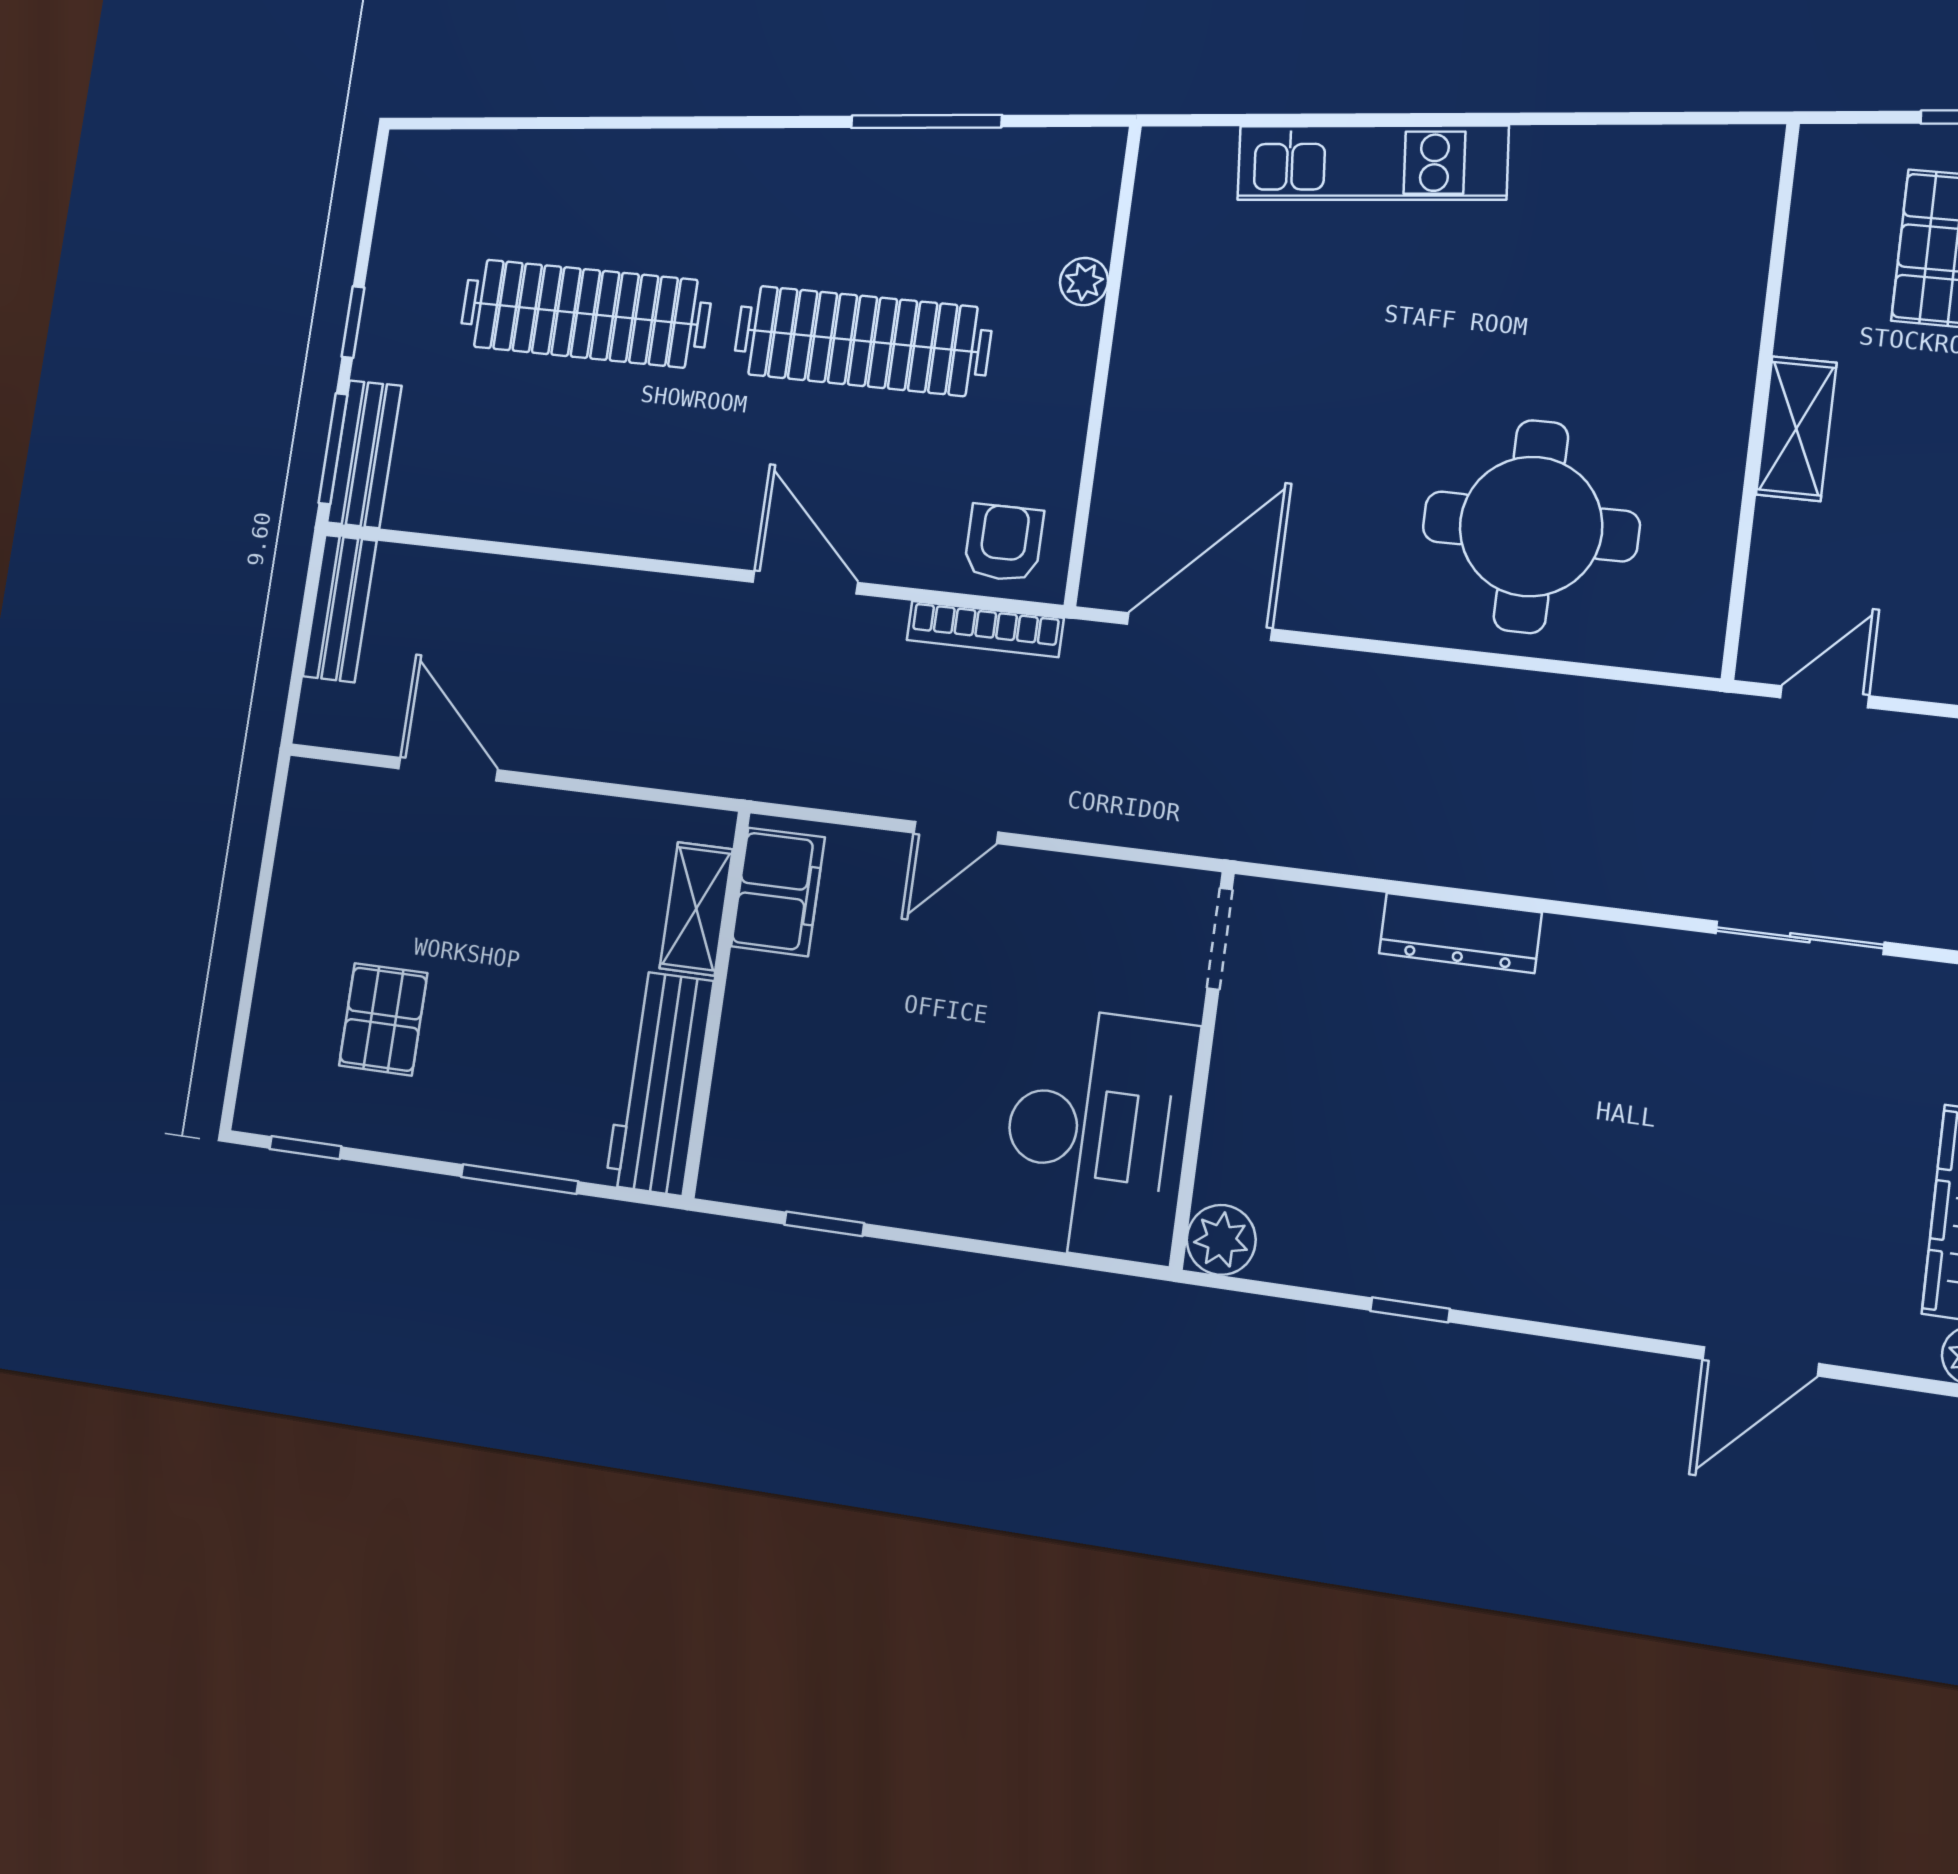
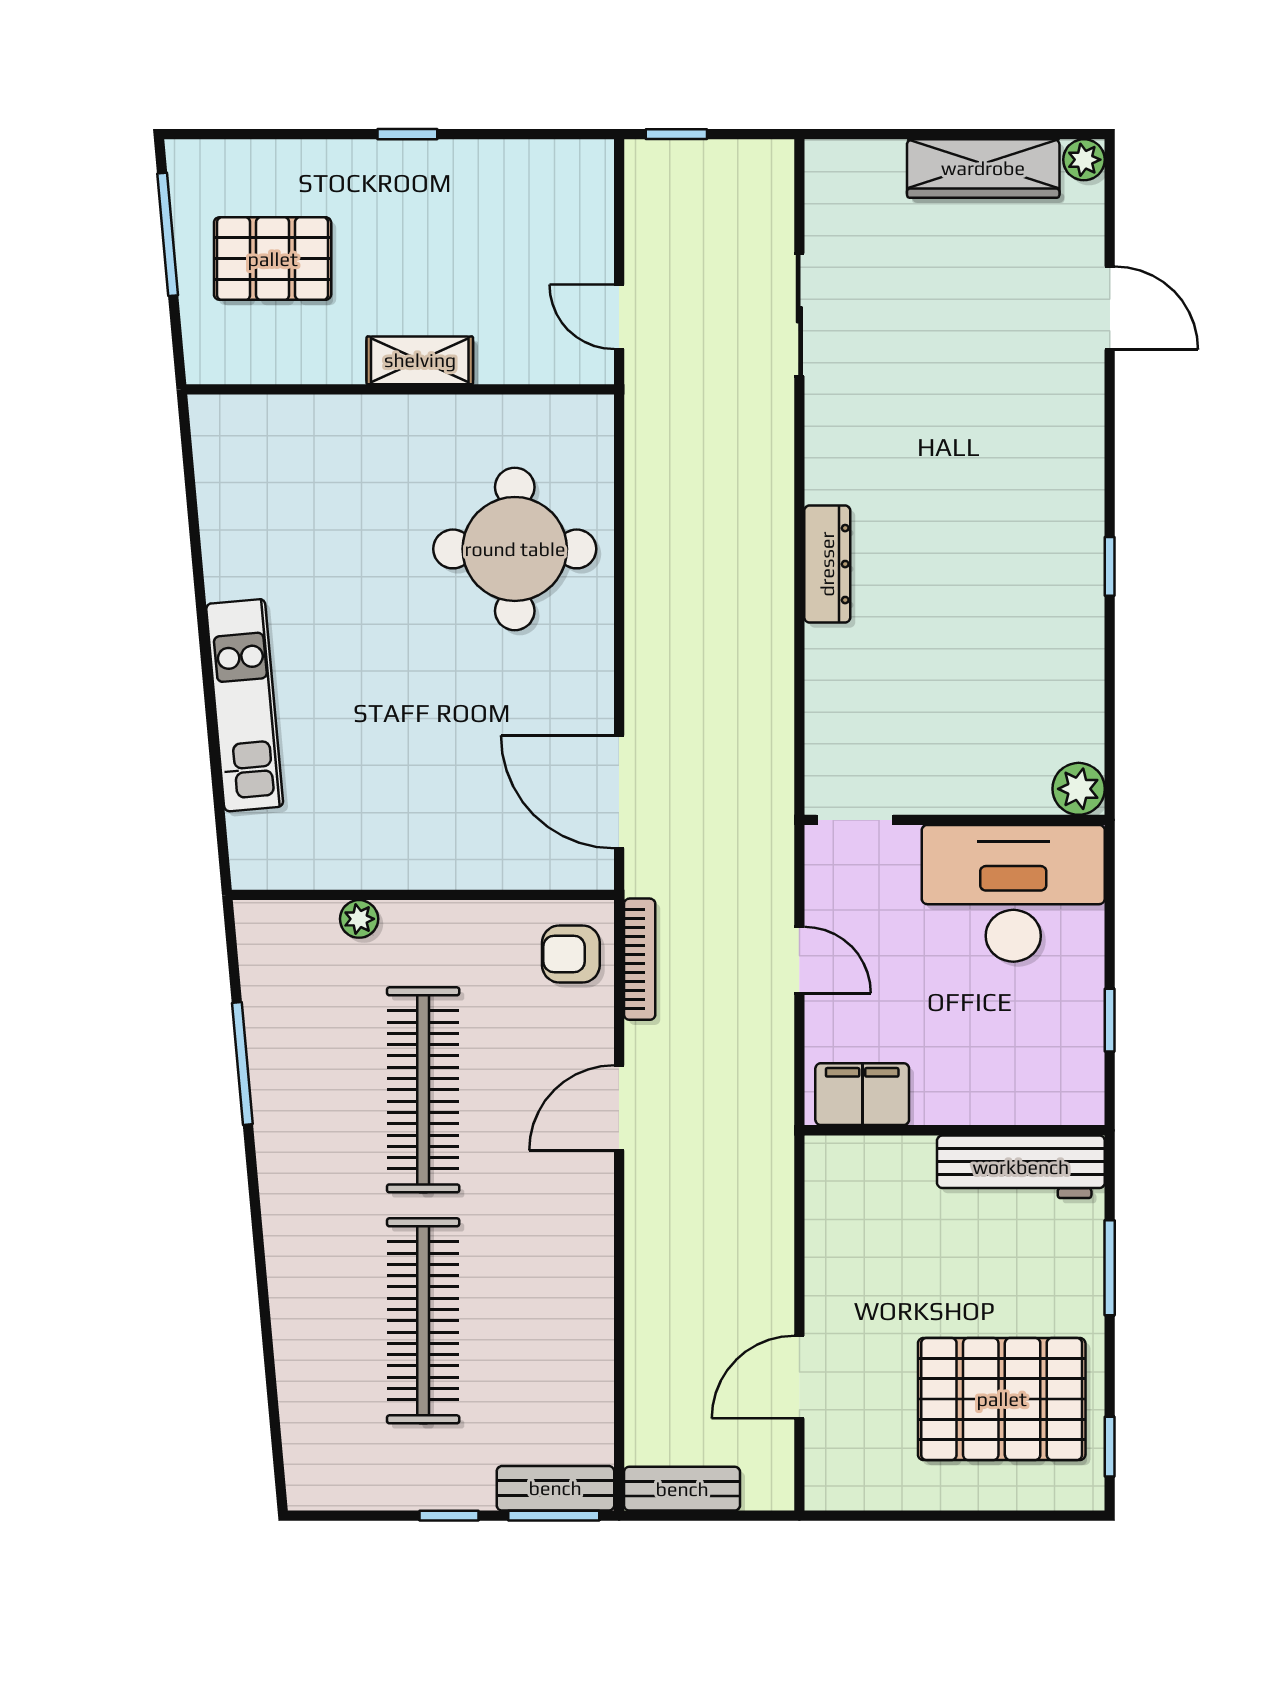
shelving: (696, 909) -> (883, 1158), removed
doorway: (1220, 939) -> (855, 820), moved
pallet: (383, 1019) -> (1002, 1399), width x2.05, depth x2.00
wall: (1202, 1070) -> (954, 820), moved
desk: (1097, 1134) -> (1013, 893), moved
plant: (1221, 1240) -> (1079, 789), moved

